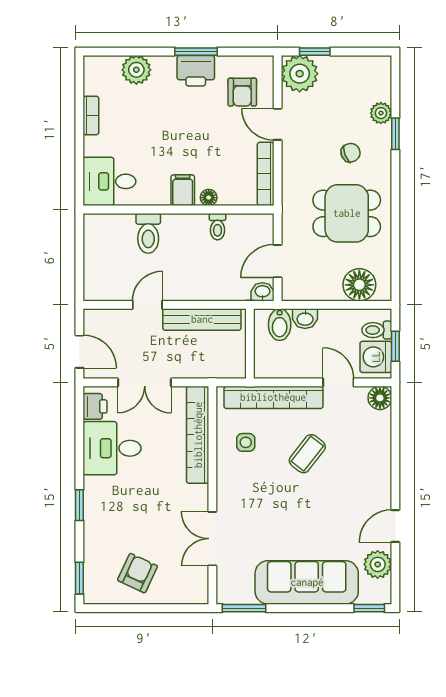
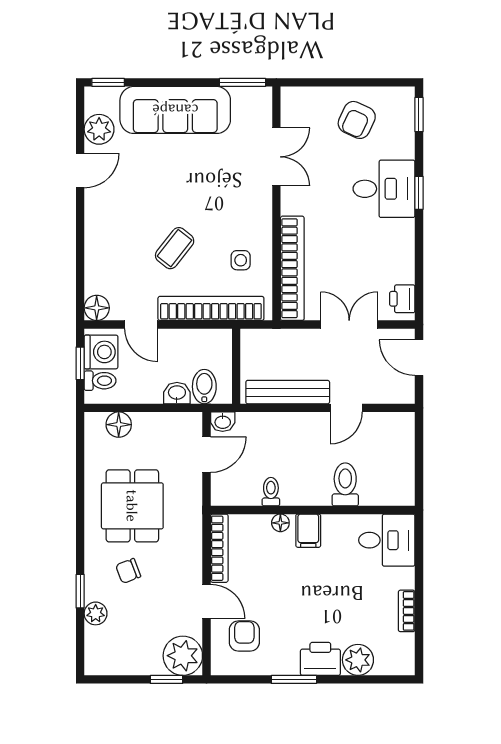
printer: (196, 71) -> (320, 659), moved
dining table: (347, 213) -> (132, 506), turned 90
floor lamp: (359, 285) -> (119, 425), width x0.73, depth x0.73
desk: (112, 448) -> (384, 189), moved

